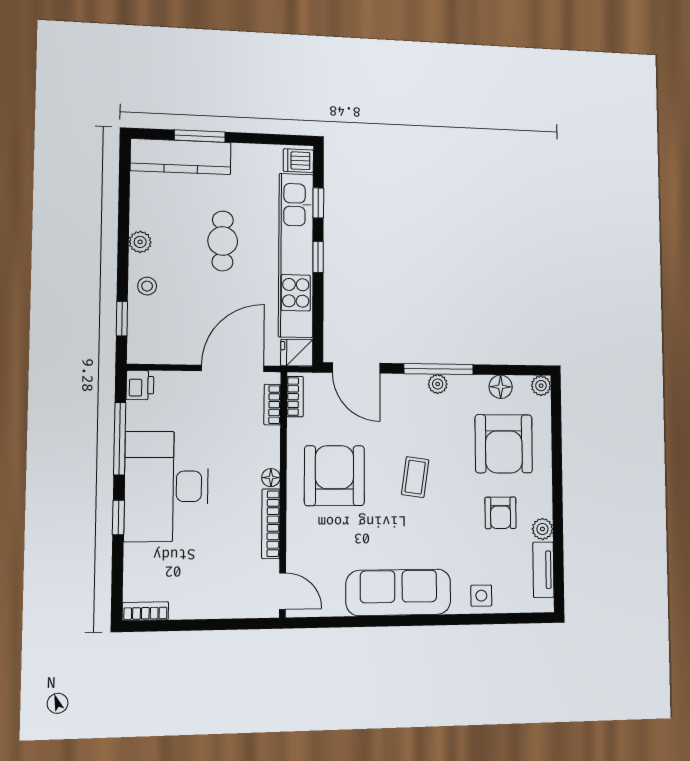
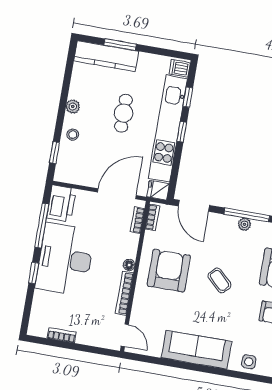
printer: (140, 385) -> (61, 203), width x1.87, depth x1.48
coffee table: (415, 477) -> (220, 280), turned -54
bookcase: (145, 611) -> (62, 335), moved

